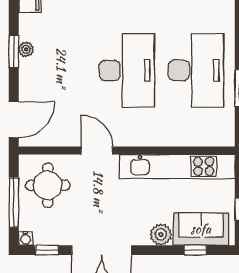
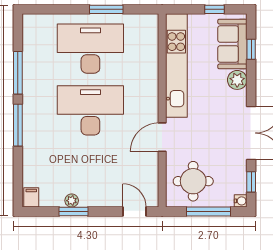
door: (14, 120) -> (134, 212), width x0.73

